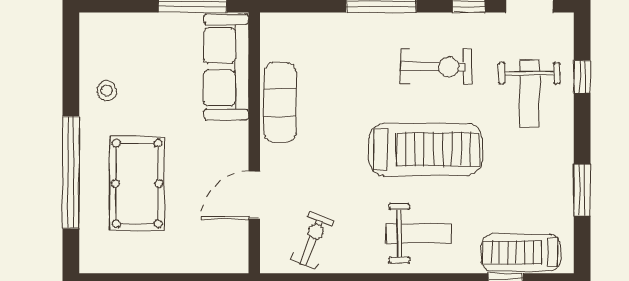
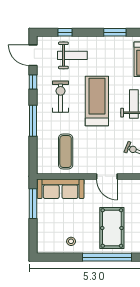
exercise mat: (280, 102) -> (66, 152), moved, turned 90
pool table: (137, 183) -> (112, 228), turned 90
door: (254, 195) -> (107, 176), moved

